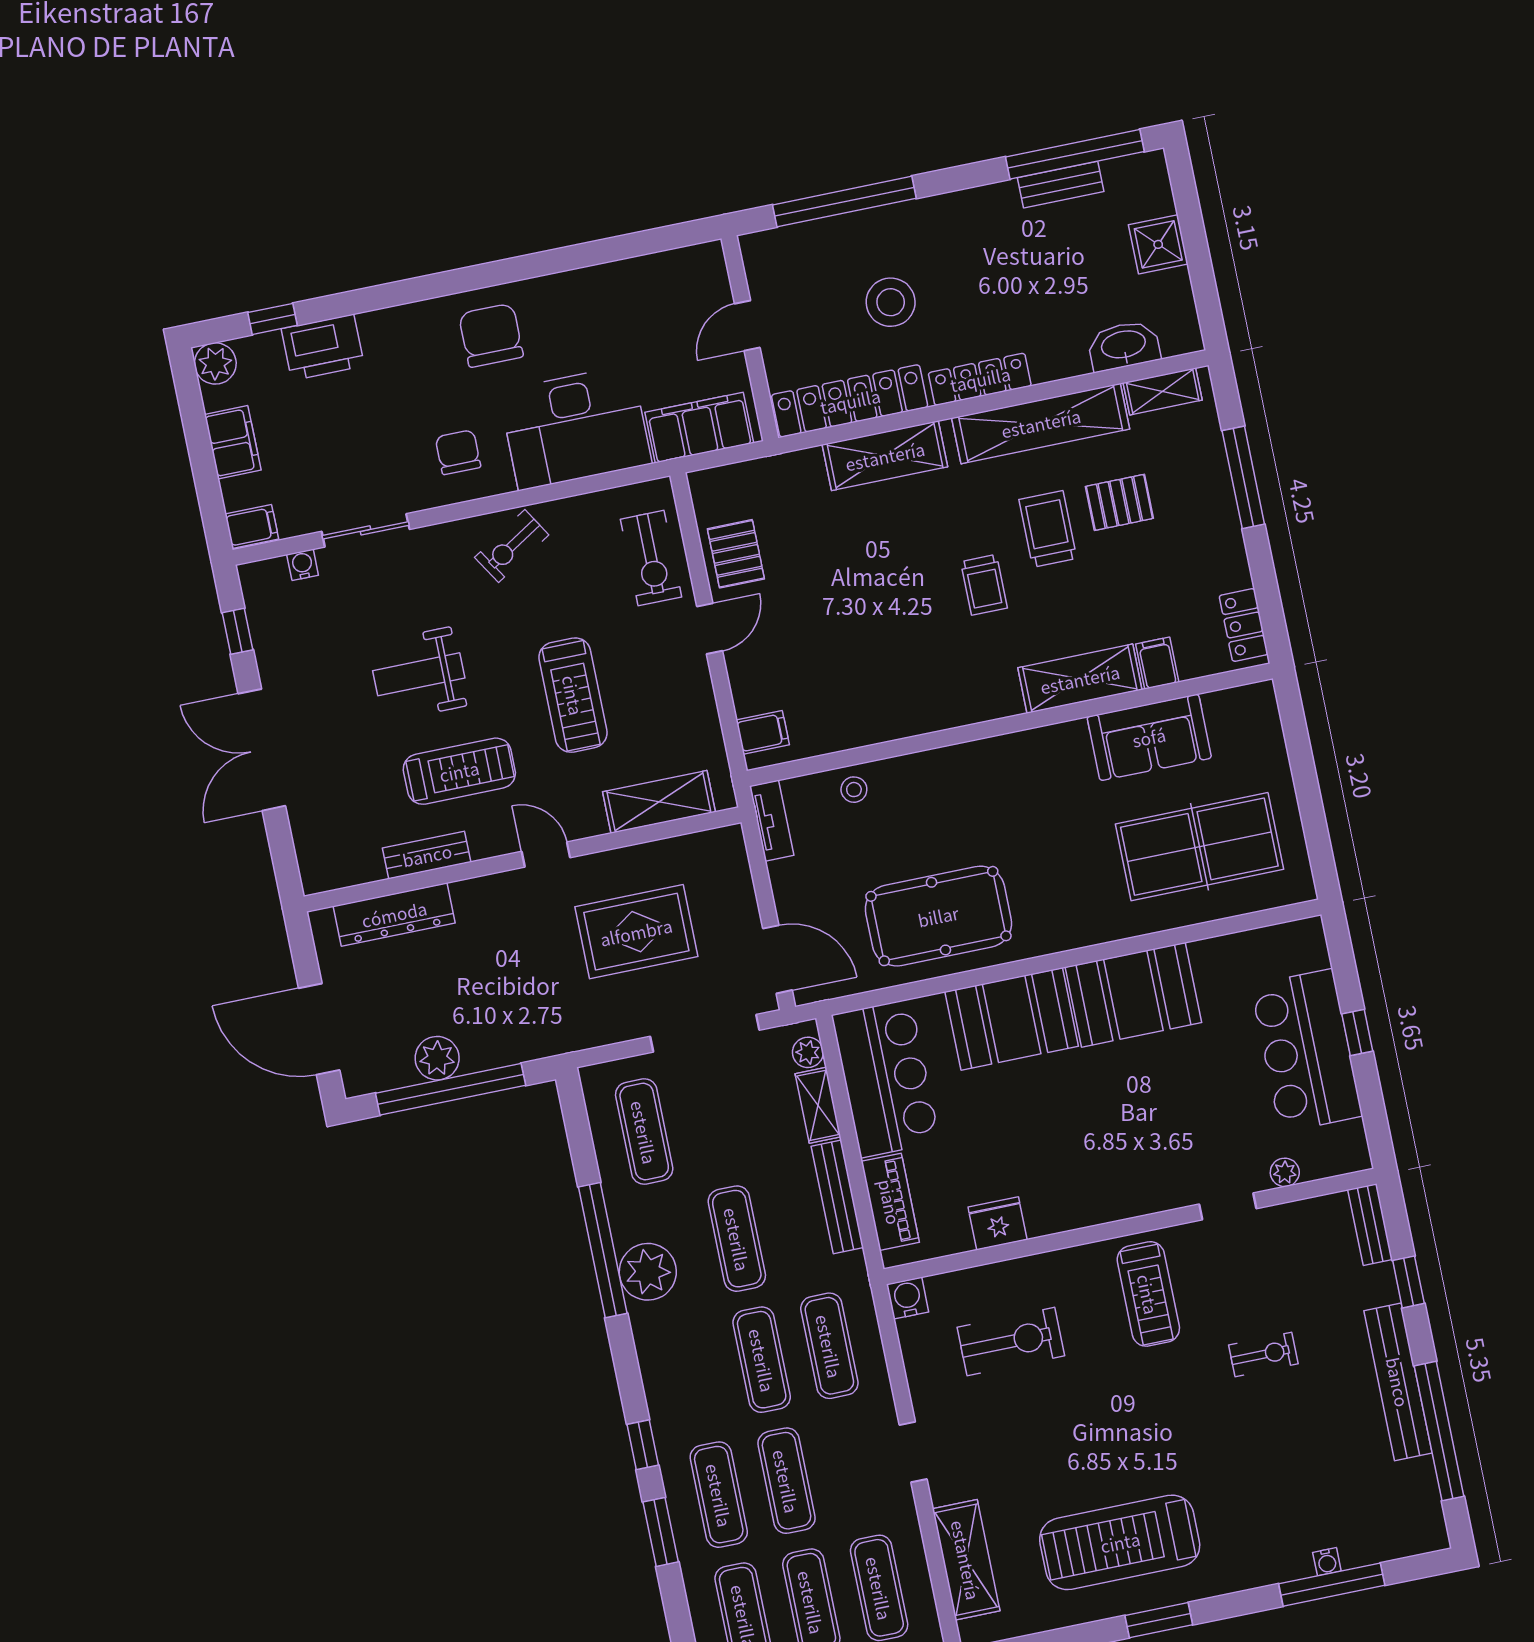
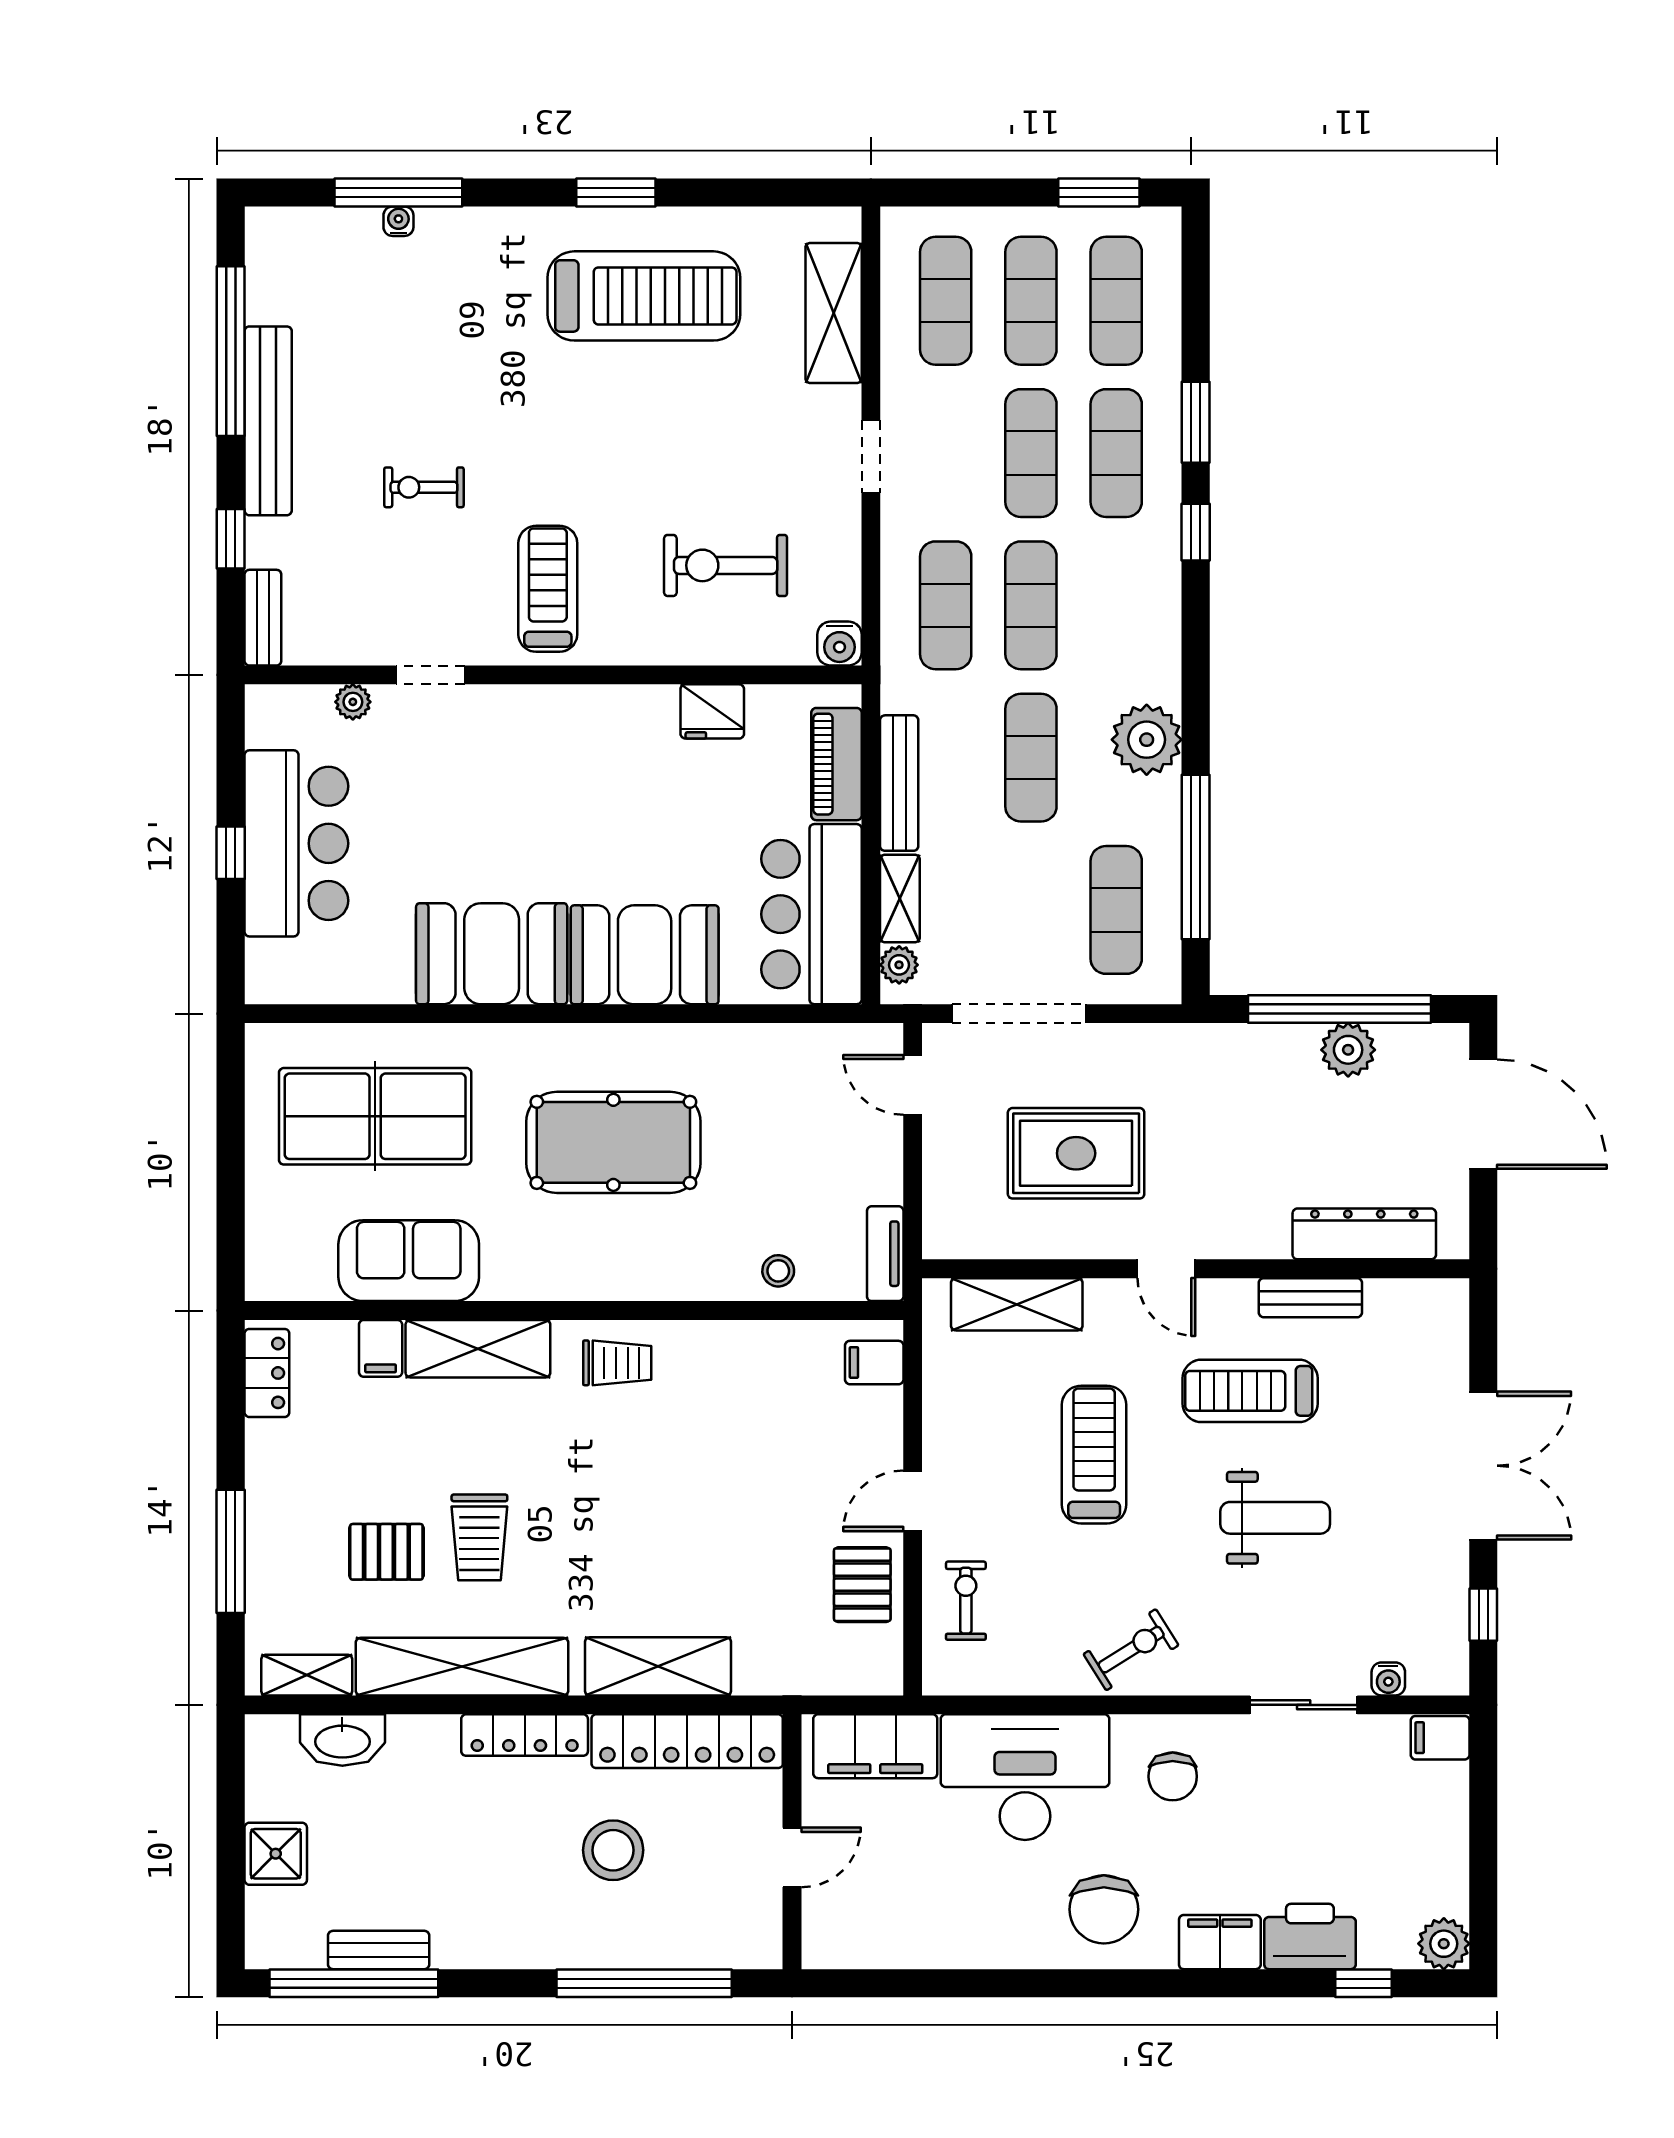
filing cabinet: (233, 442) -> (1220, 1942), moved, turned 90
exercise bike: (651, 558) -> (966, 1601), width x0.73, depth x0.72
trolley: (984, 585) -> (617, 1363), moved, turned 90
pool table: (938, 916) -> (613, 1142), moved
door: (777, 959) -> (913, 1085), width x0.73
window: (603, 1250) -> (1196, 857), moved

